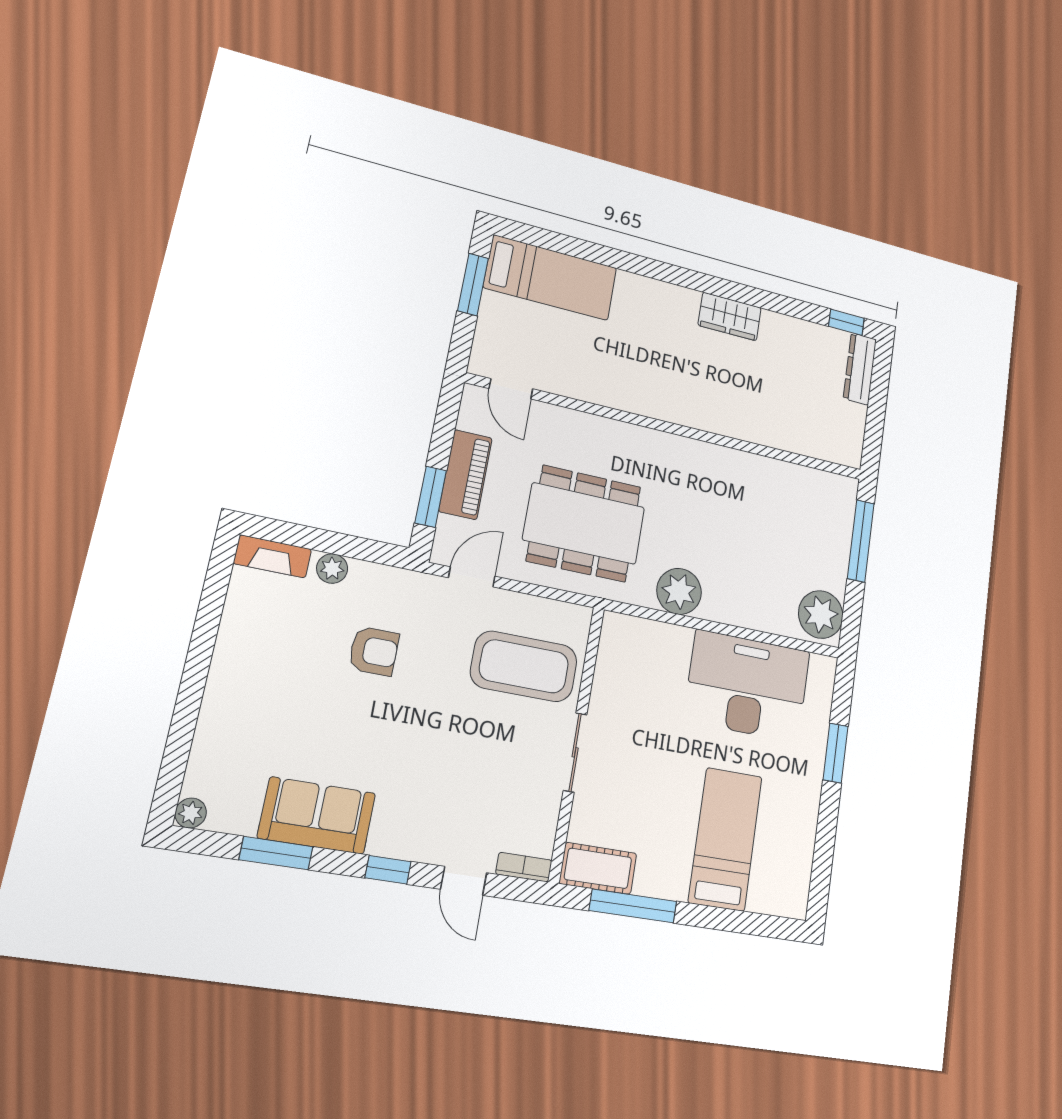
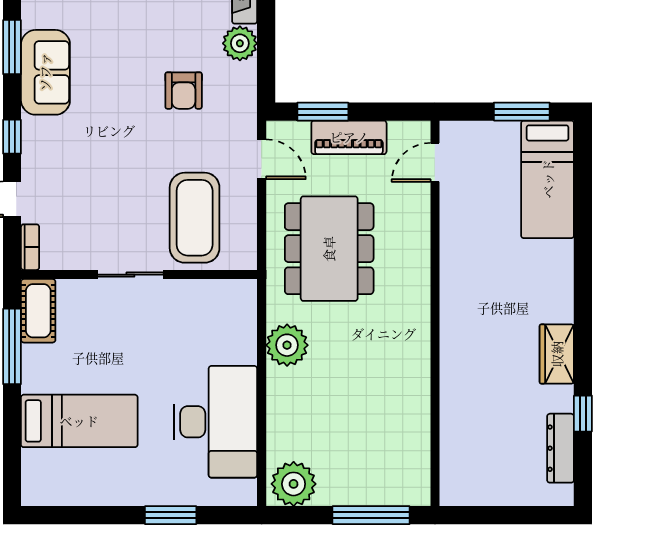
window: (846, 322) -> (583, 414), moved
dresser: (860, 369) -> (561, 448), moved, turned -90
plant: (332, 569) -> (240, 43), width x1.38, depth x1.38

